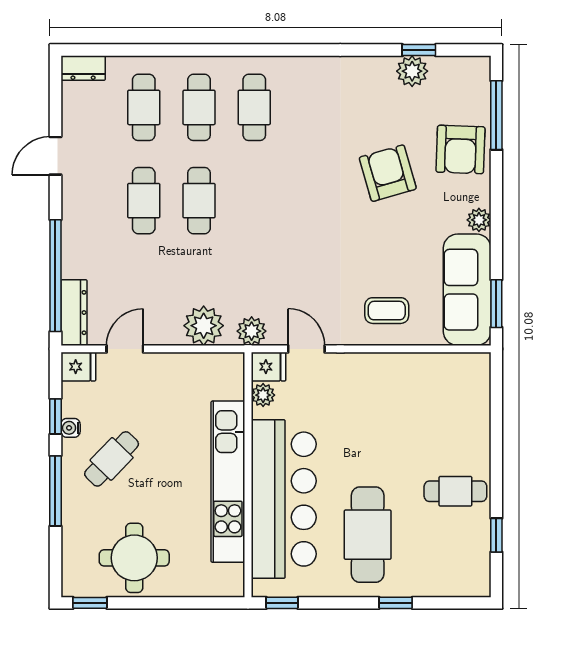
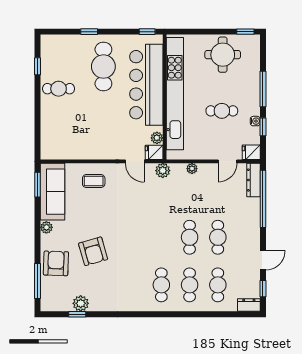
window: (55, 100) -> (263, 289), added
plant: (204, 326) -> (192, 169), width x0.53, depth x0.53
cafe table: (112, 459) -> (222, 111), moved, turned 46
kitchen unit: (228, 482) -> (175, 94), width x1.36

